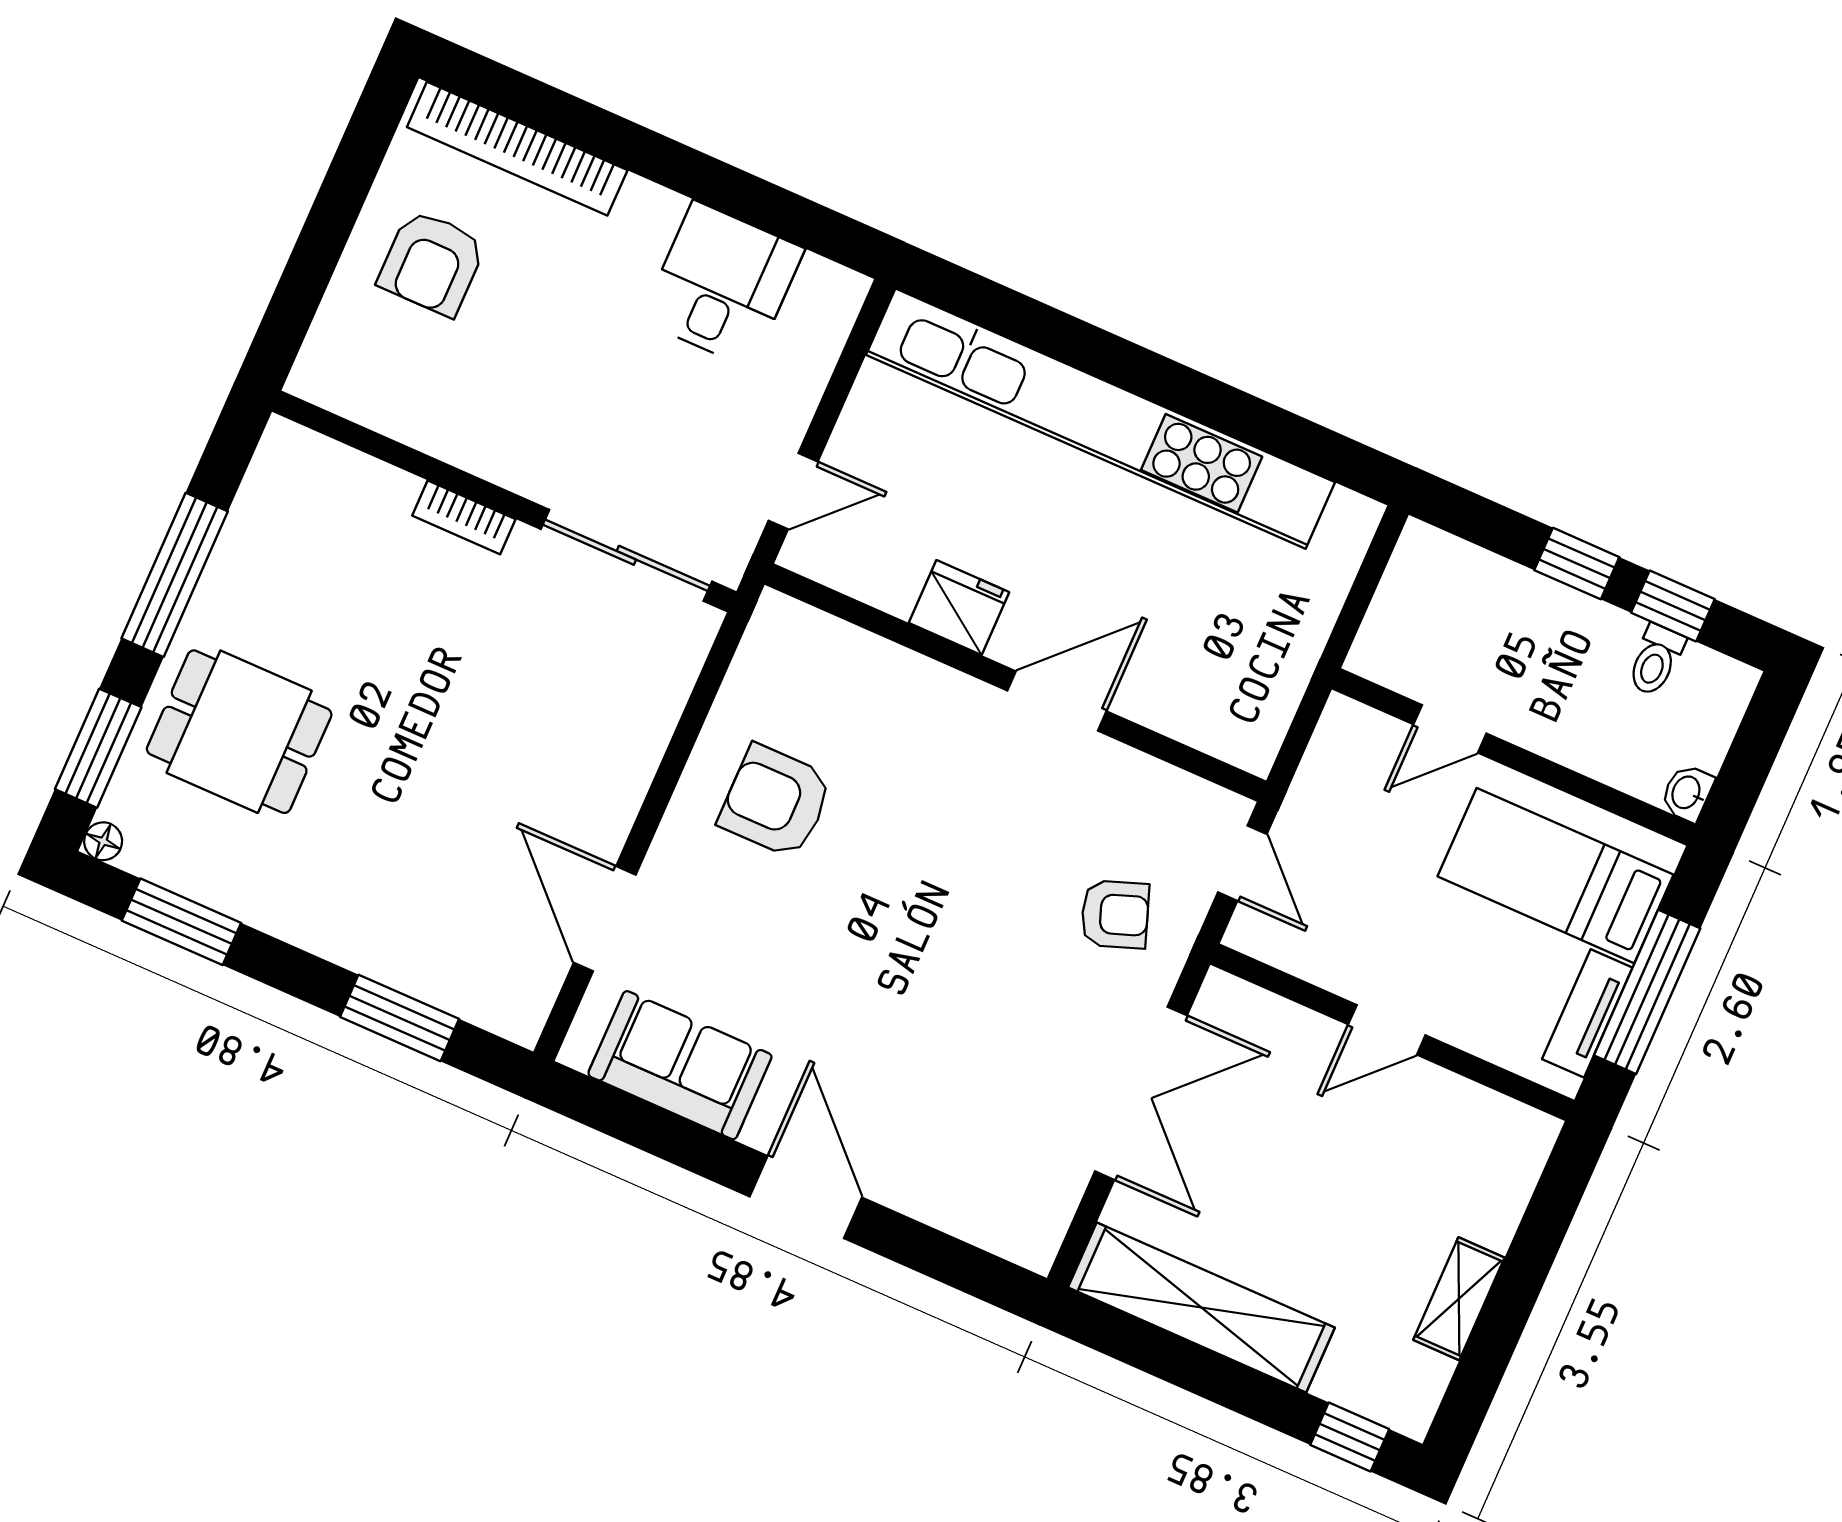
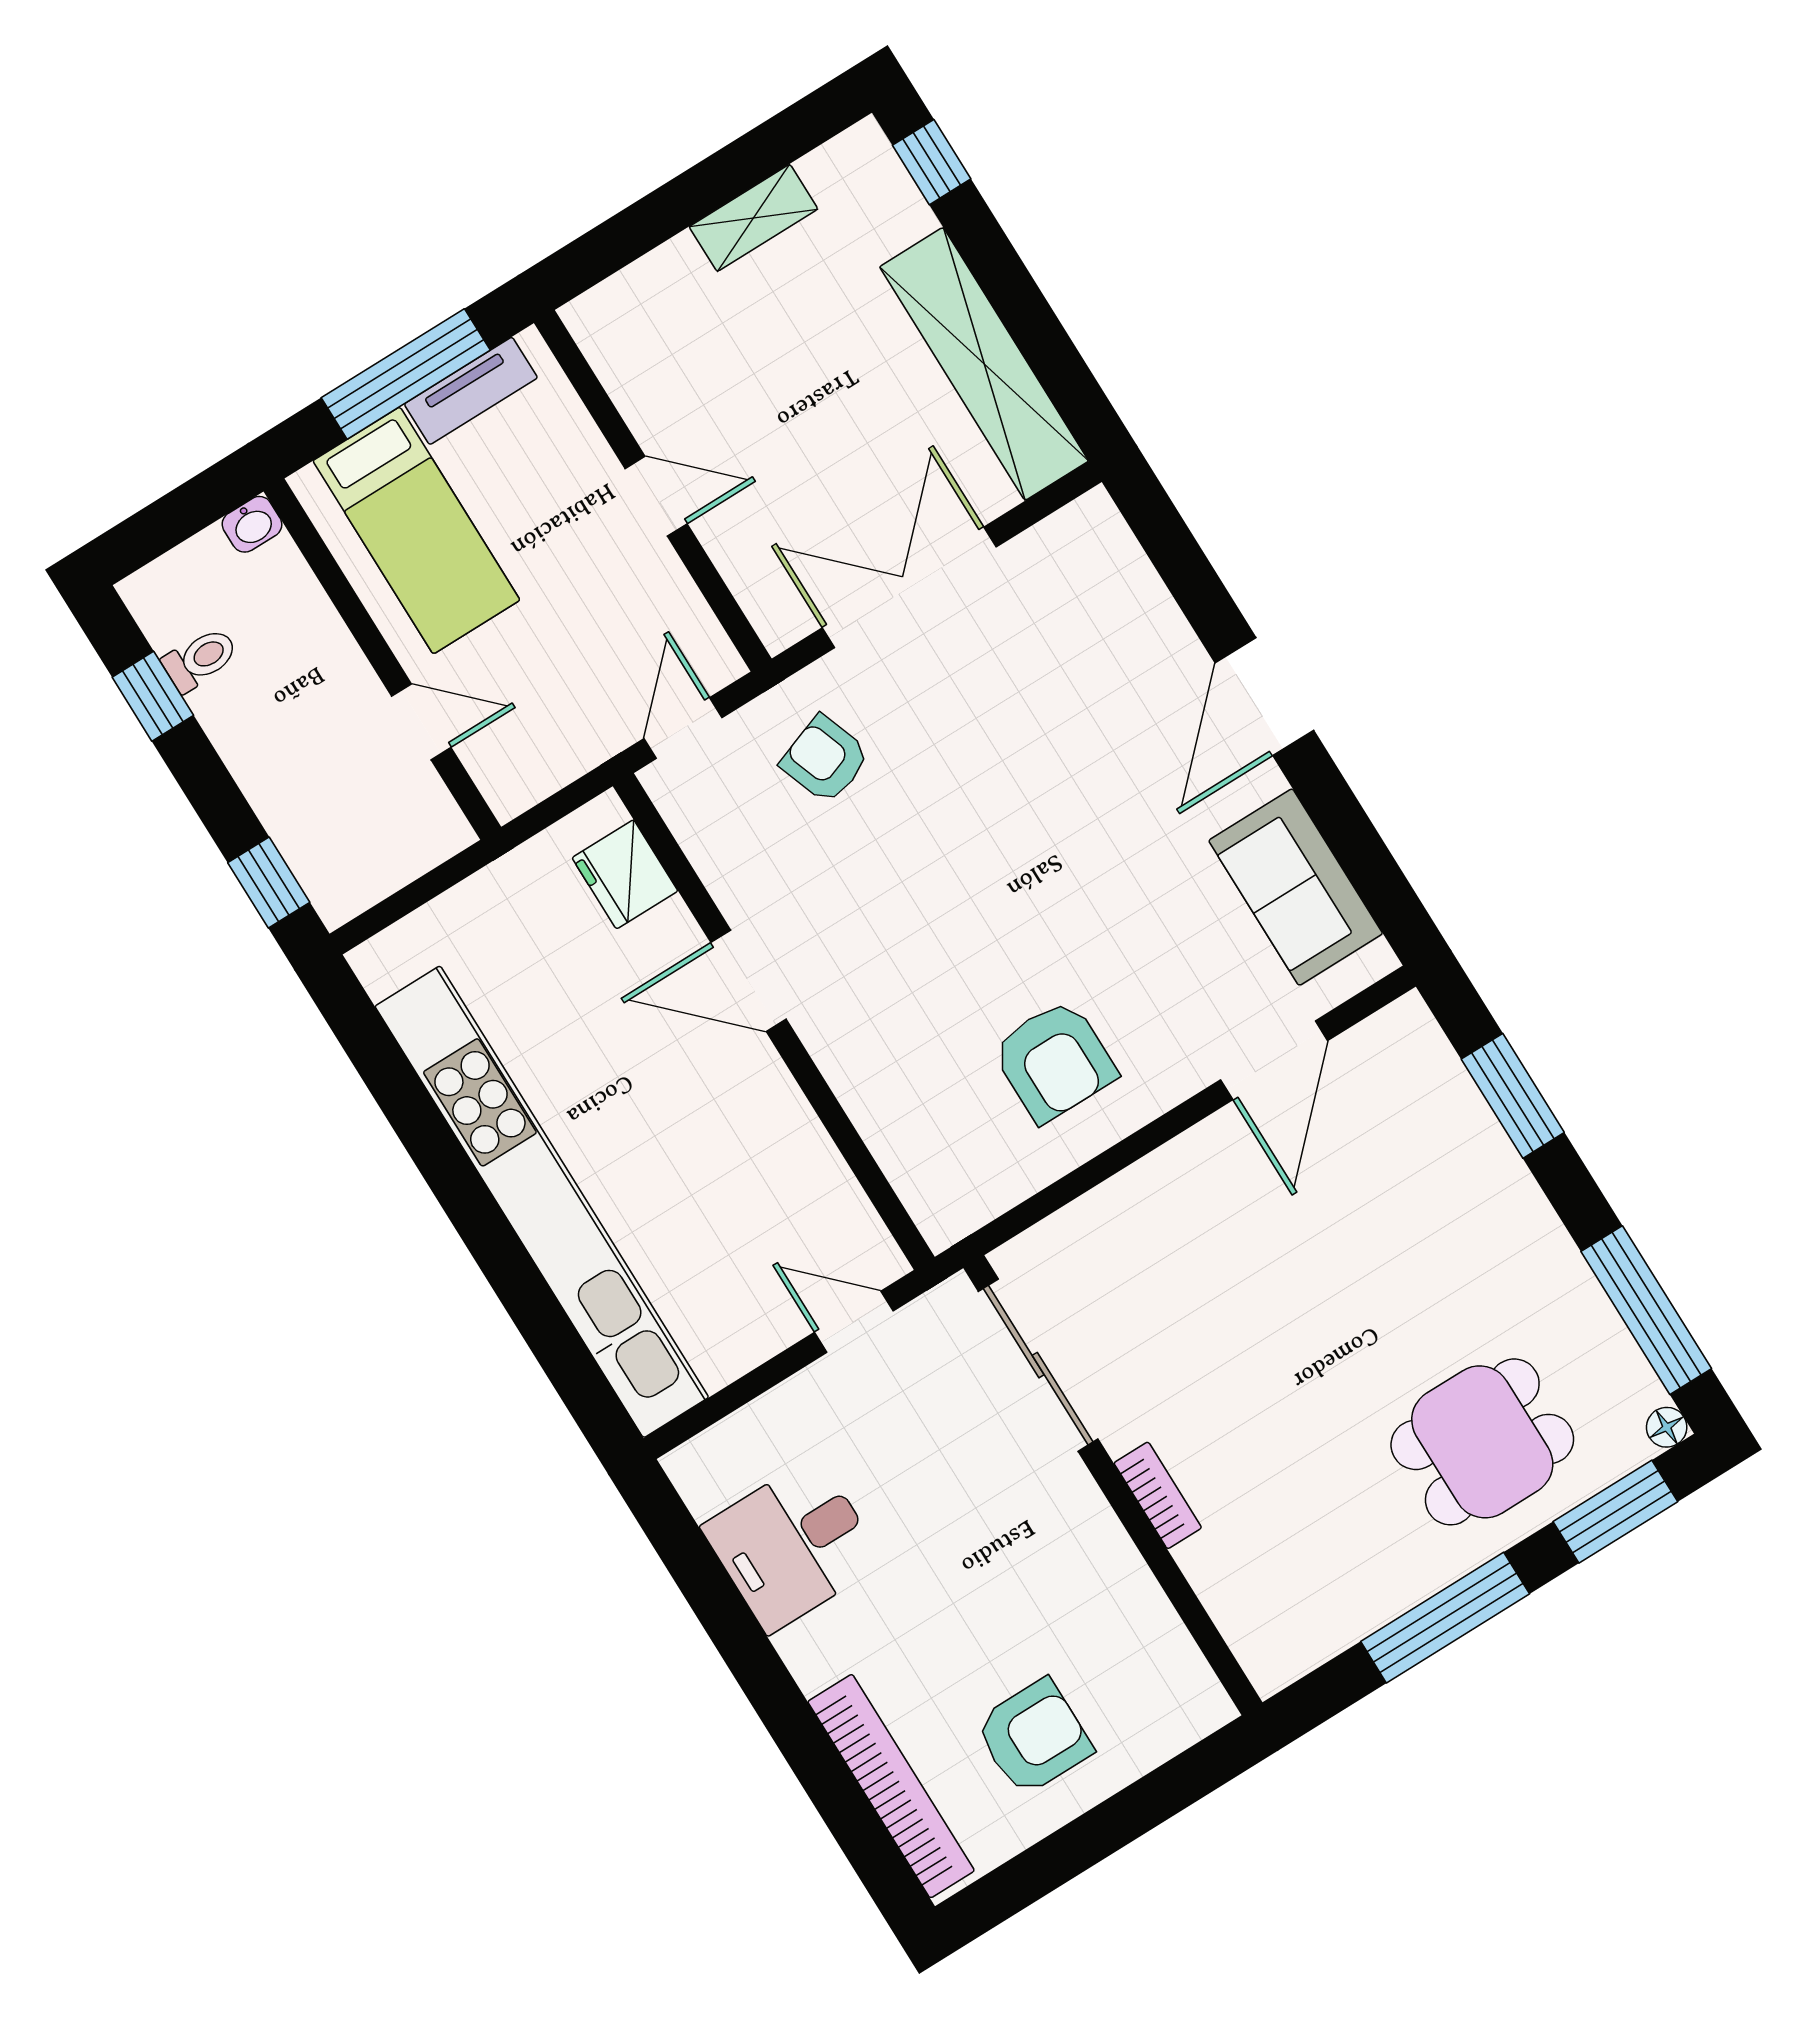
window: (1577, 564) -> (269, 882), moved
fridge: (959, 608) -> (625, 874), moved
dining table: (239, 732) -> (1482, 1442), turned 90
window: (181, 922) -> (1646, 1310), width x1.44

